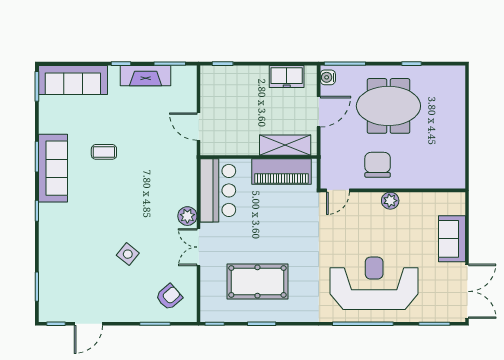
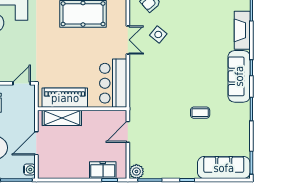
fireplace: (146, 76) -> (242, 30), moved, turned -90
freezer: (287, 76) -> (103, 170), moved
door: (199, 127) -> (128, 132), swing flipped
sofa: (53, 168) -> (239, 76), moved
plant: (187, 216) -> (136, 171), moved
side table: (128, 254) -> (158, 34), moved

